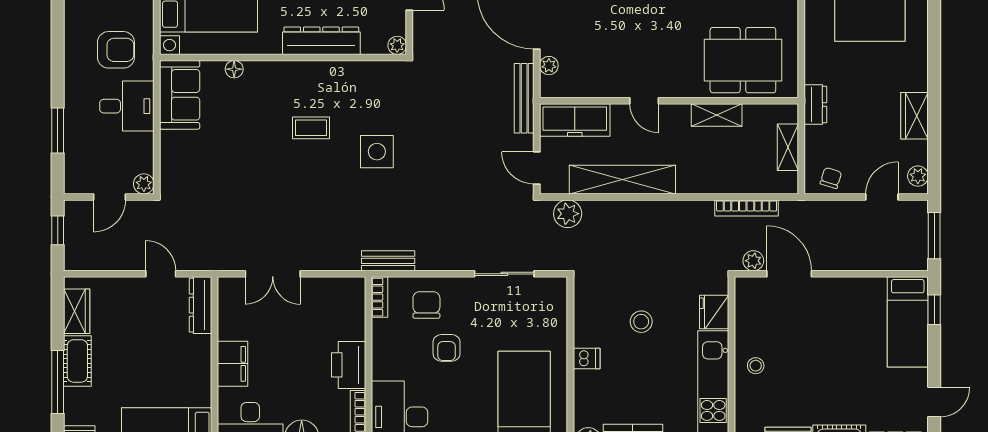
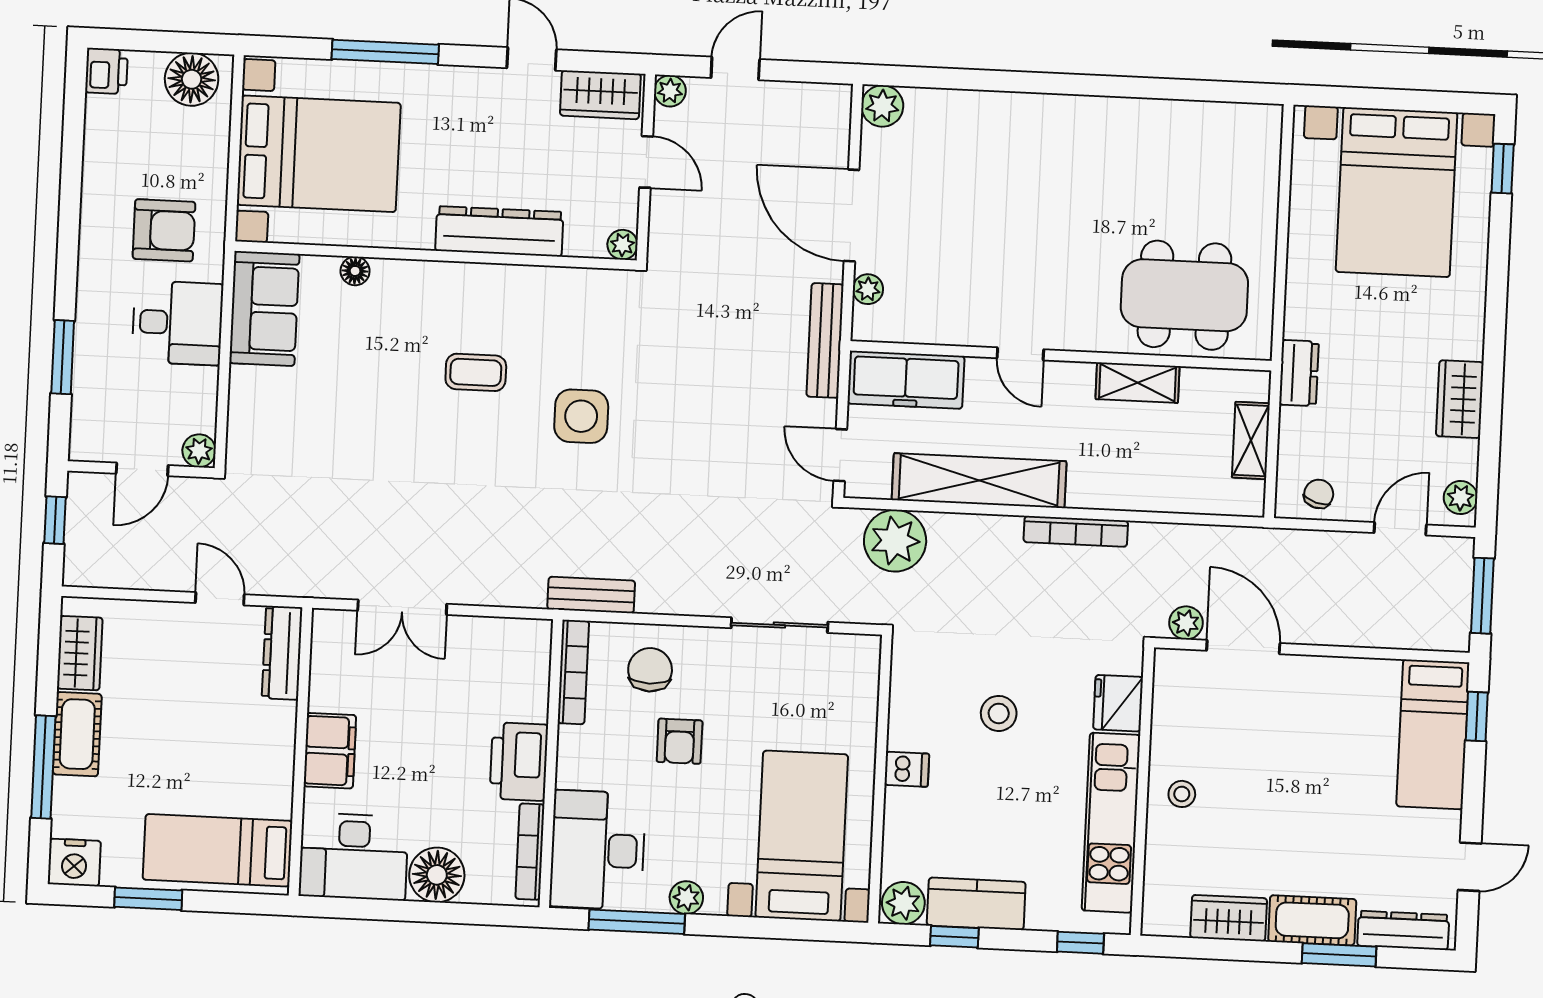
bookcase: (747, 208) -> (1076, 531), moved
plant: (568, 214) -> (895, 541), width x1.36, depth x1.36
bookcase: (379, 297) -> (573, 672), width x1.56

